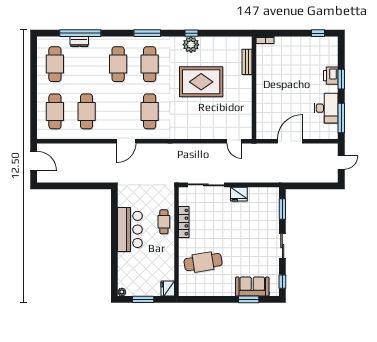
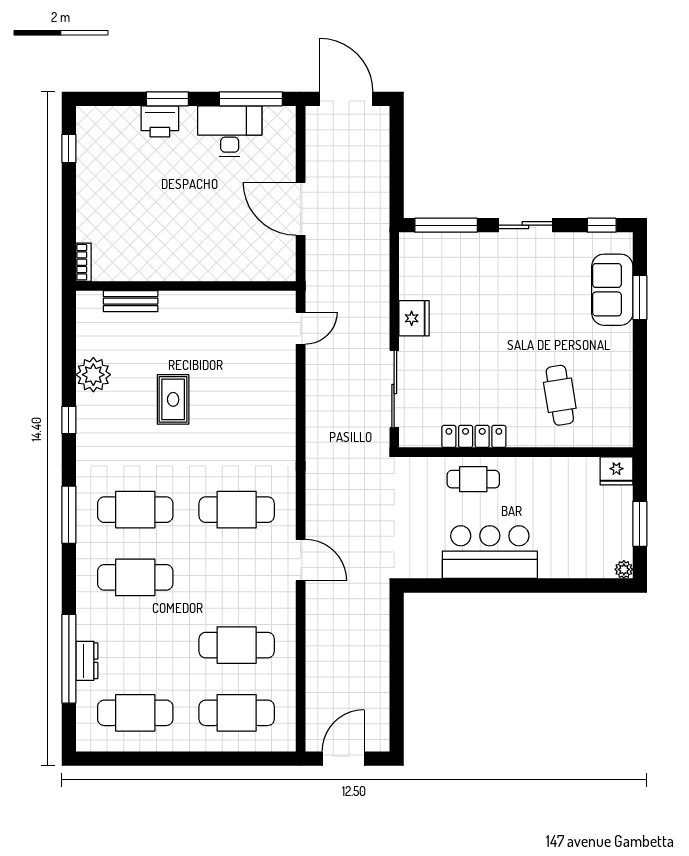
plant: (191, 45) -> (93, 375), moved
rug: (201, 82) -> (173, 399), width x0.54, depth x0.49
door: (341, 162) -> (346, 99), width x1.87
window: (282, 209) -> (446, 225), width x1.44
cafe table: (203, 262) -> (560, 395), width x0.73, depth x0.74

